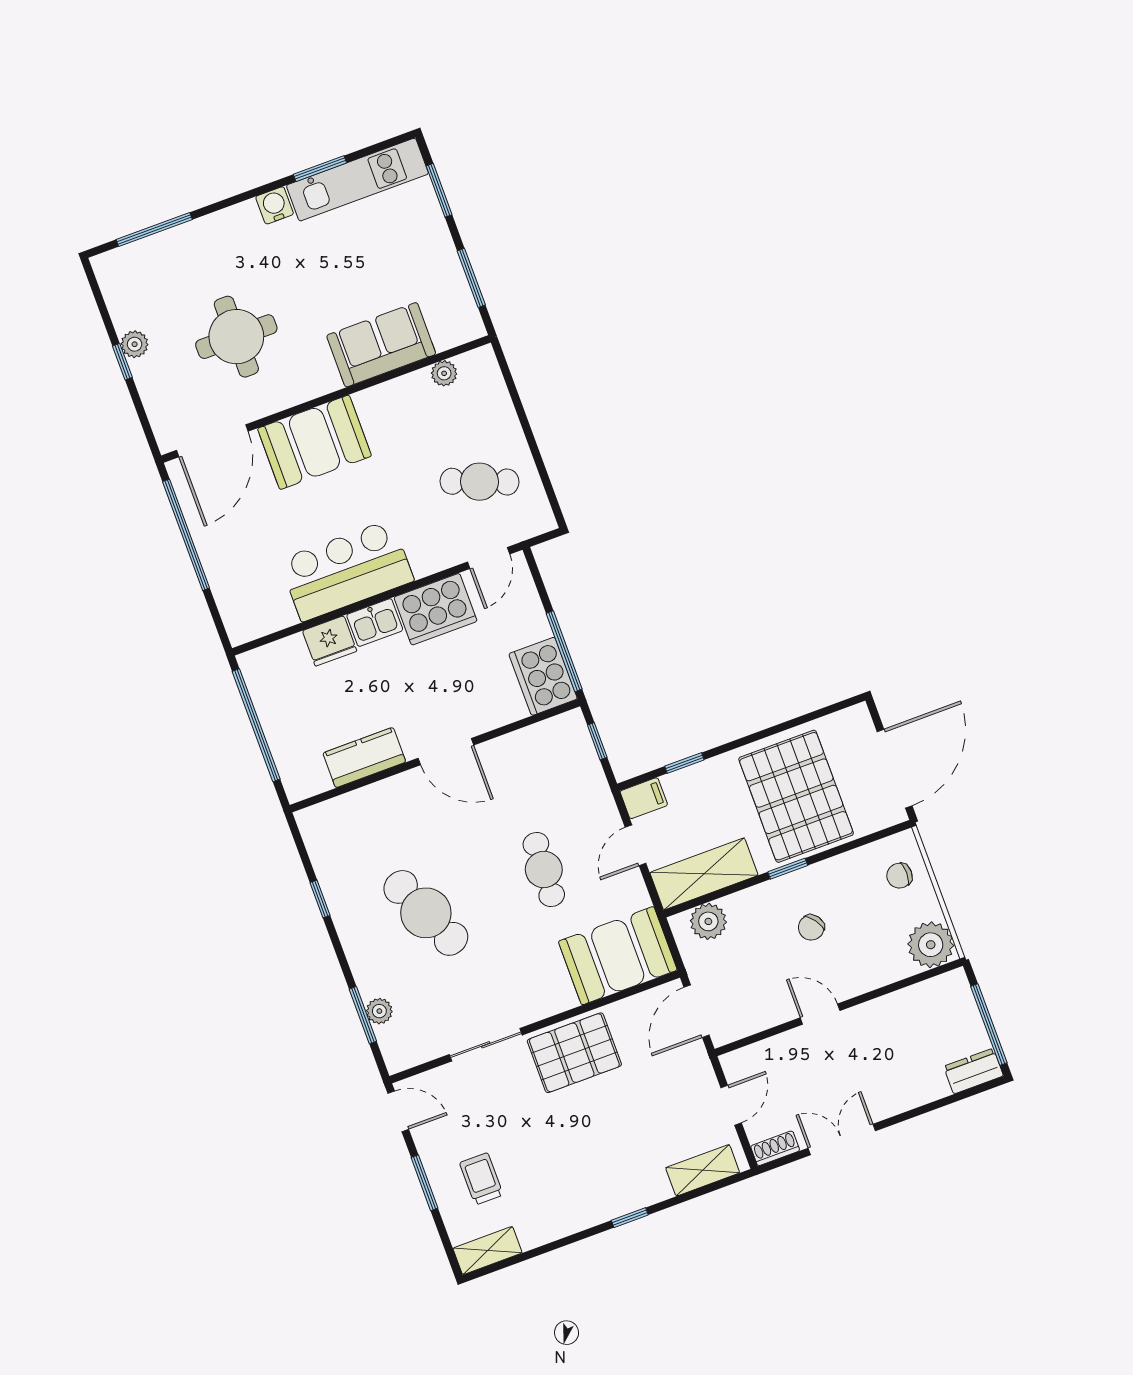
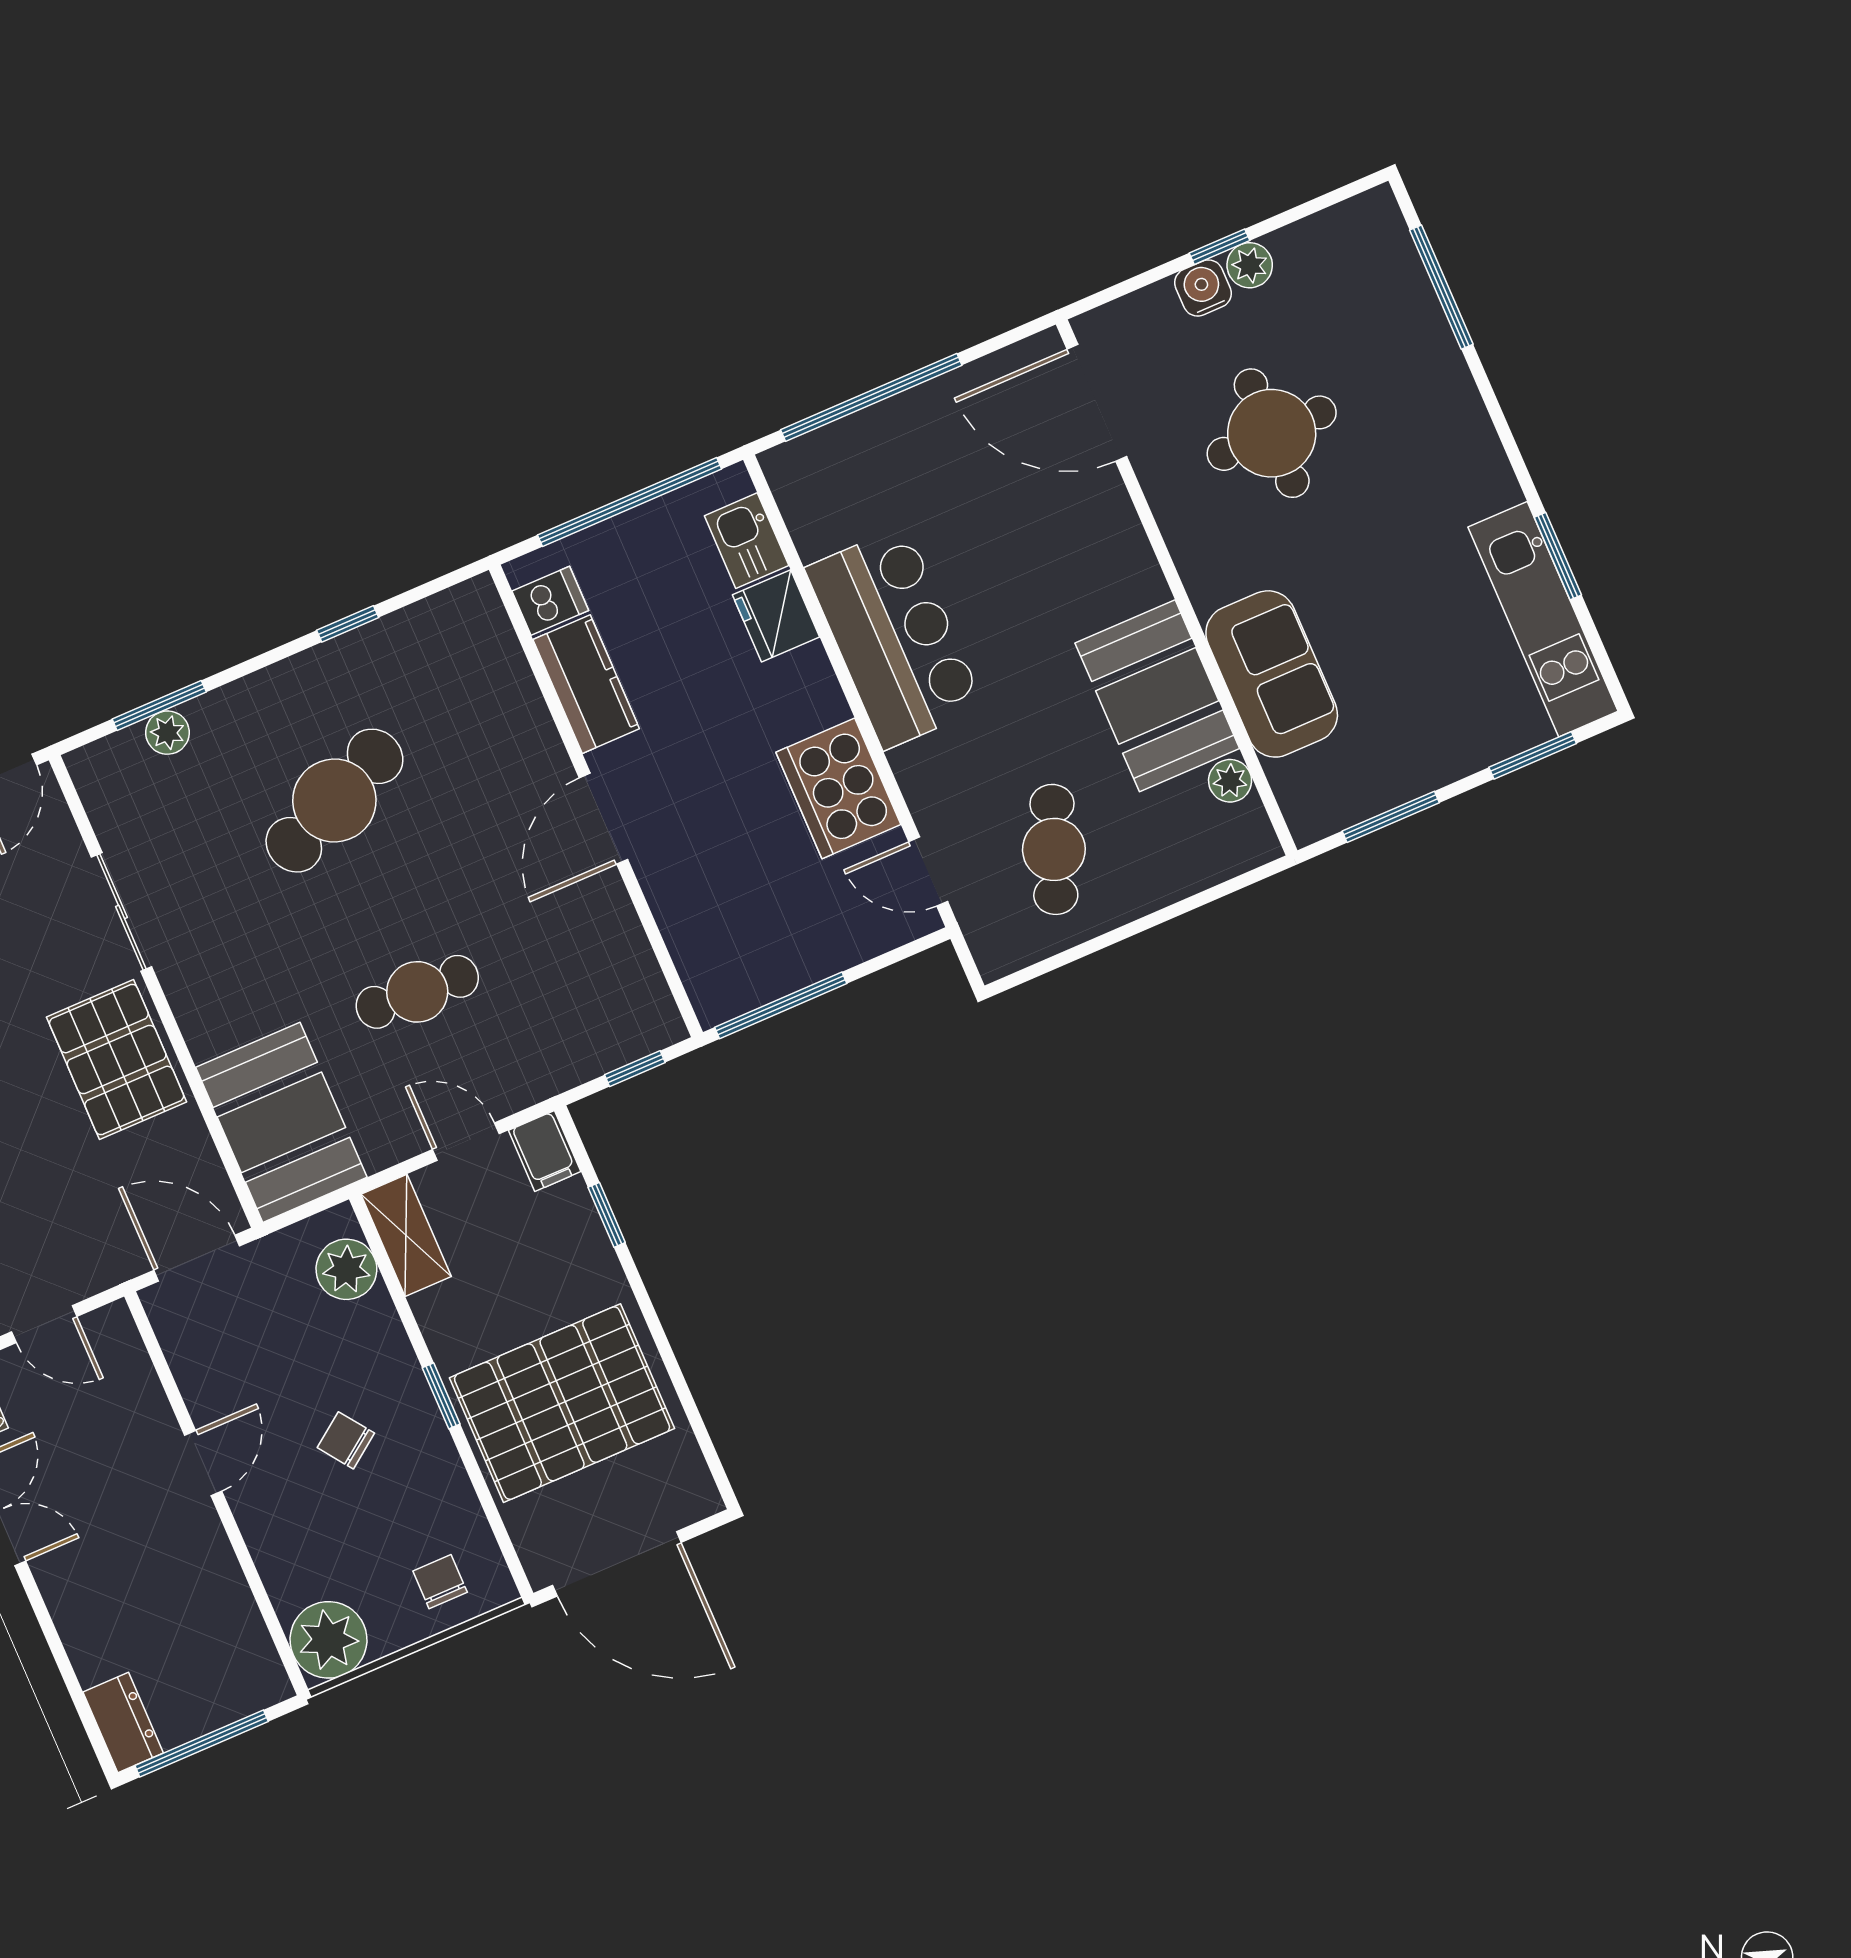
water cooler: (275, 205) -> (1203, 288), moved, turned -90
booth: (314, 442) -> (1157, 696), moved
window: (186, 535) -> (871, 397), moved
kitchen sink: (375, 623) -> (747, 541), moved
cooker: (543, 676) -> (737, 973), removed
dishwasher: (313, 776) -> (550, 601), added
shelving: (704, 874) -> (406, 1235), width x0.67, depth x0.75

